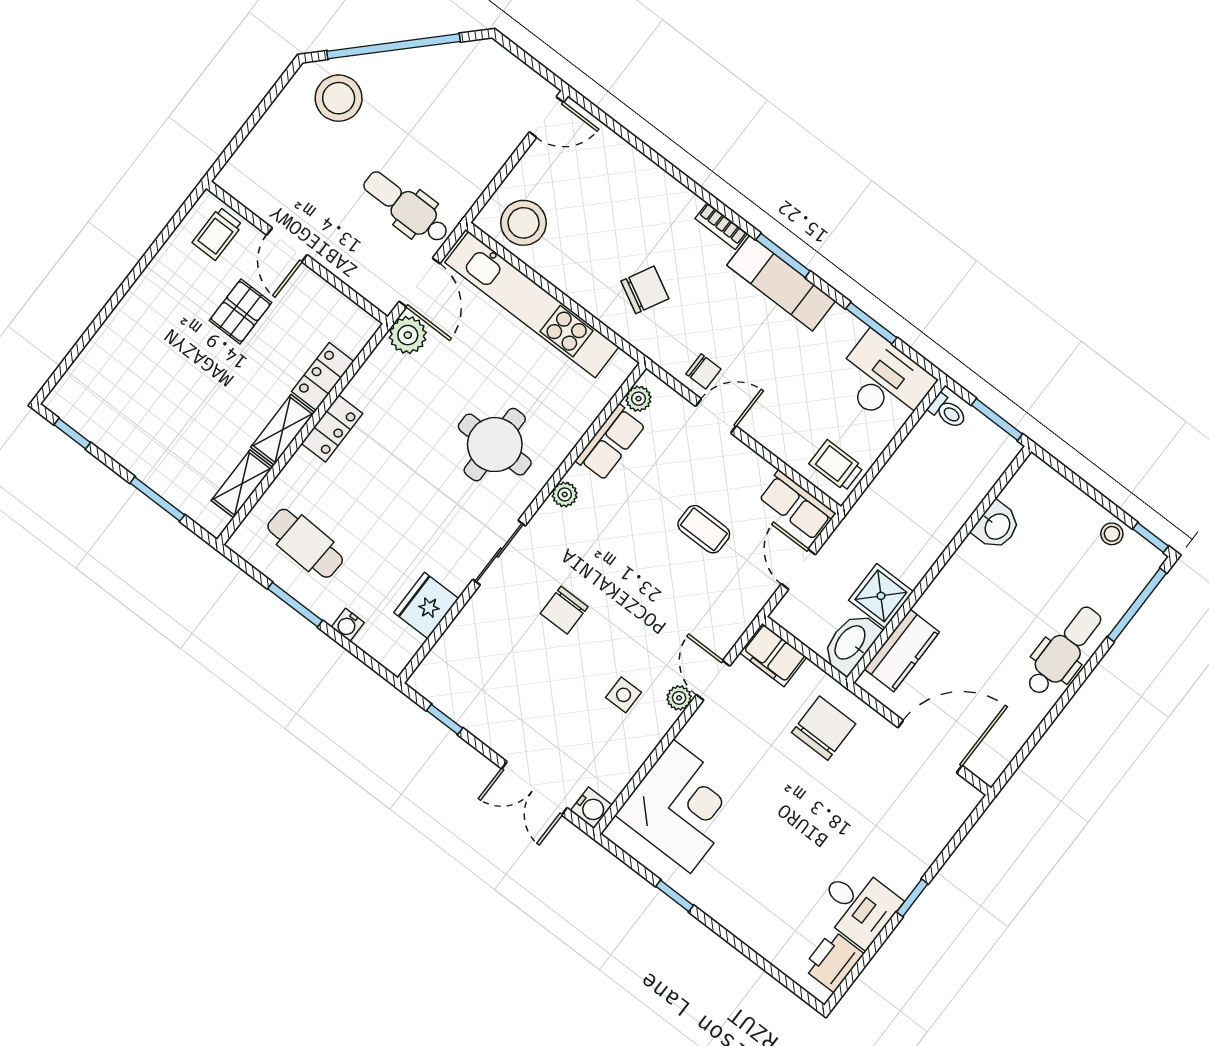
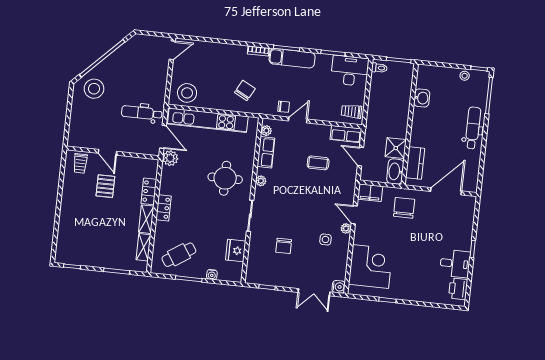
cafe table: (305, 543) -> (179, 255), turned -36
chair: (564, 610) -> (284, 246), moved

